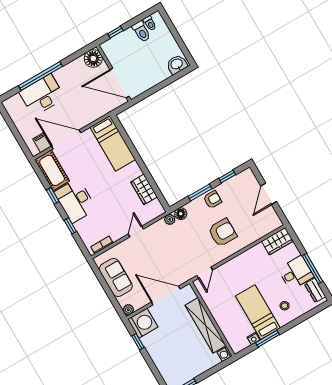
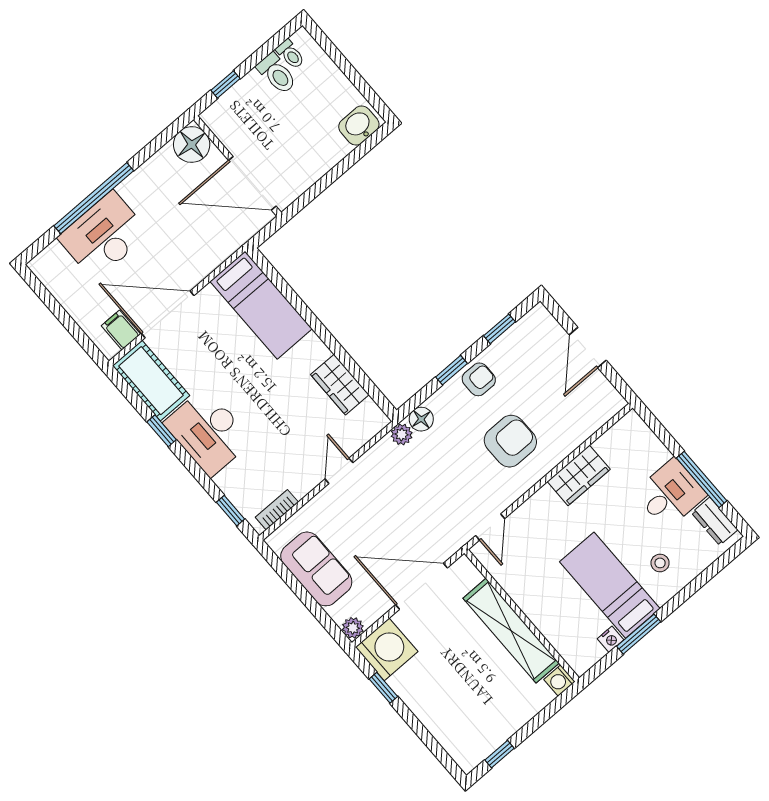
window: (200, 192) -> (452, 370), width x0.67
window: (70, 226) -> (231, 511), moved
wardrobe: (277, 241) -> (579, 475), moved

